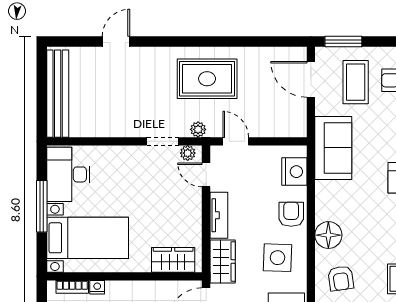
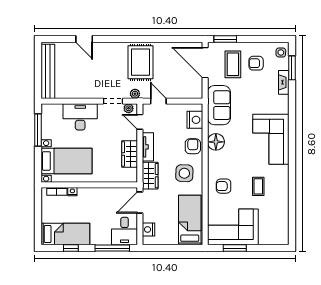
door: (116, 42) -> (84, 39), swing flipped
rug: (207, 79) -> (141, 62), turned 90
door: (311, 79) -> (205, 63), width x1.36
desk: (68, 174) -> (80, 117), moved, turned 90
window: (42, 206) -> (38, 130), moved
floor lamp: (328, 235) -> (216, 142), moved
wardrobe: (173, 260) -> (130, 154), moved, turned -90
armchair: (341, 278) -> (224, 186), turned 98

